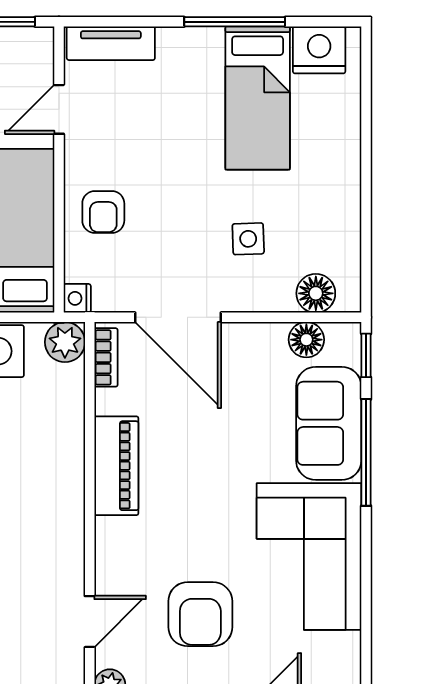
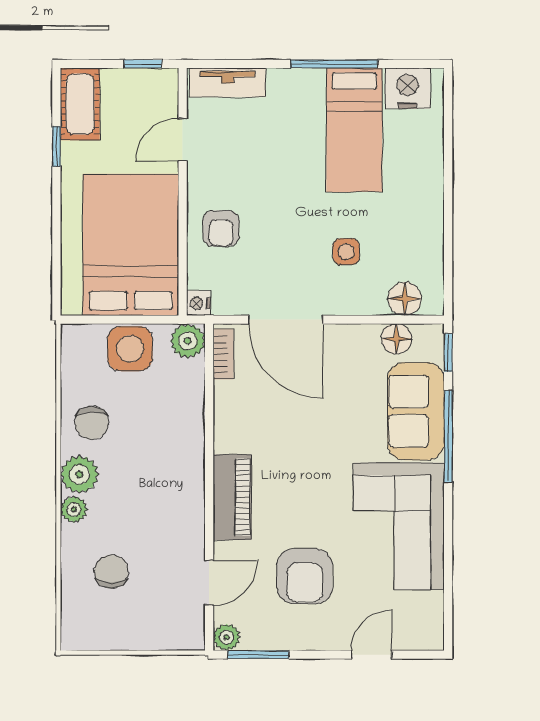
piano: (116, 466) -> (232, 497), moved

